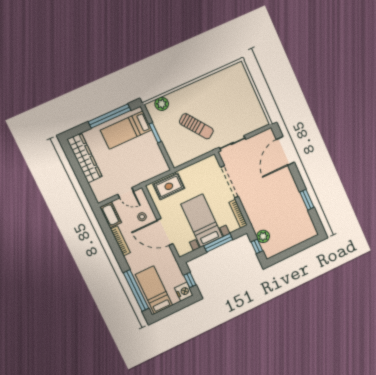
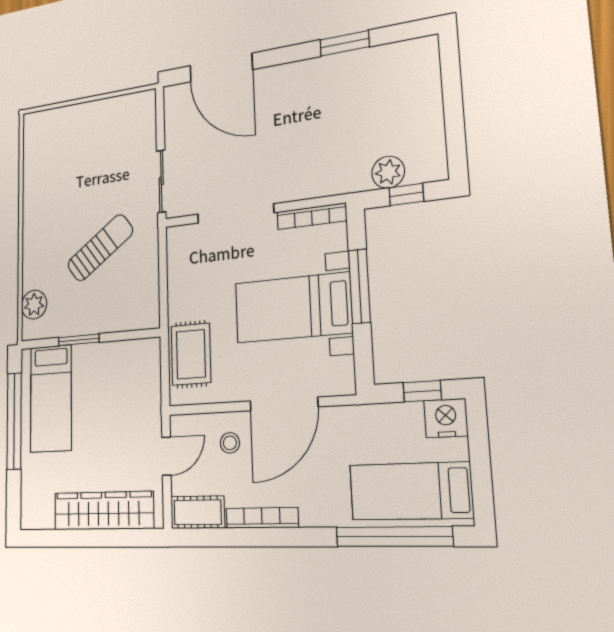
wardrobe: (85, 158) -> (104, 511), moved

